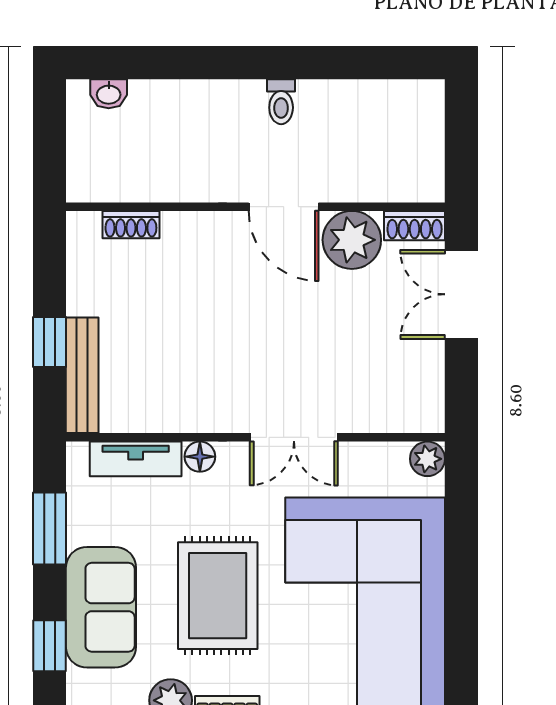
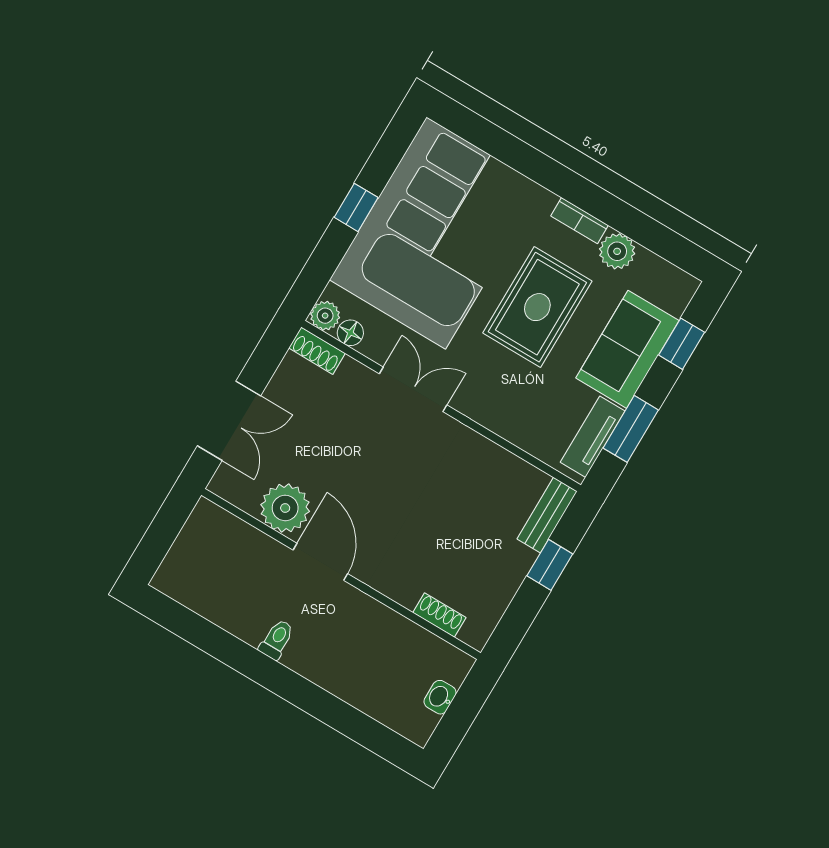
washbasin: (109, 94) -> (440, 697), moved, turned -90
shoe rack: (415, 226) -> (317, 351), moved, turned 180
bench: (82, 375) -> (547, 515), width x0.73
floor lamp: (200, 457) -> (350, 333), moved
tv unit: (136, 459) -> (593, 437), moved, turned -90
window: (461, 587) -> (356, 207), added

